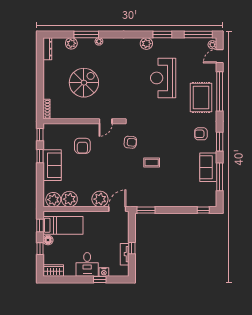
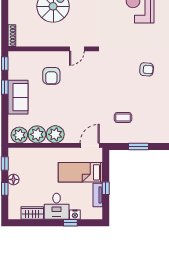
armchair: (130, 142) -> (147, 69), moved
coffee table: (152, 163) -> (123, 117), moved
plant: (100, 199) -> (55, 134), moved
window: (146, 210) -> (138, 146), moved
bed: (63, 225) -> (80, 172), moved, turned 180
wardrobe: (53, 271) -> (32, 213), moved

